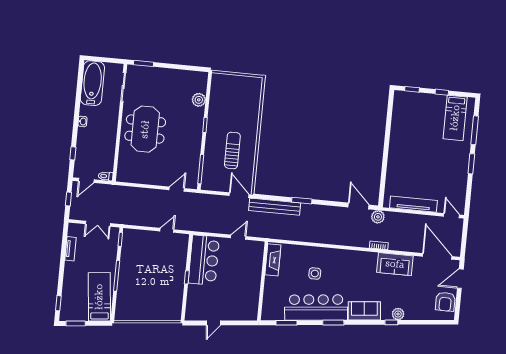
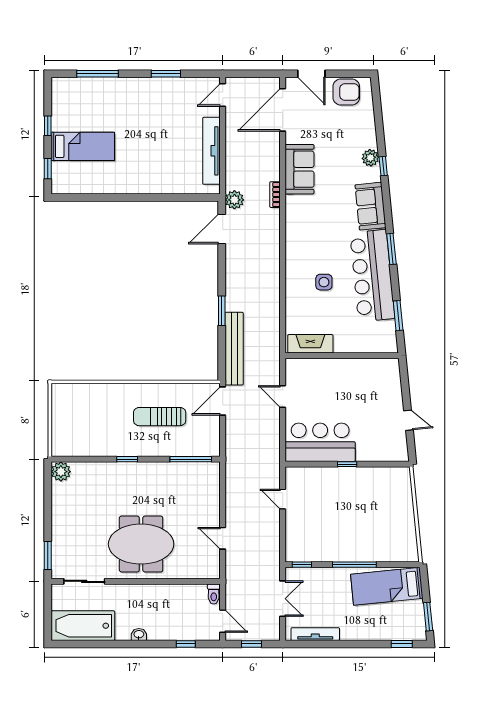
plant: (199, 100) -> (61, 472), moved
bed: (455, 118) -> (83, 146), moved
window: (471, 164) -> (166, 74), moved
door: (177, 189) -> (223, 538), moved
tv unit: (71, 249) -> (315, 634), width x1.41

